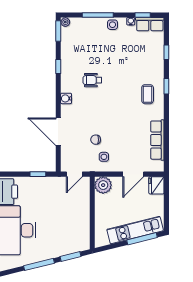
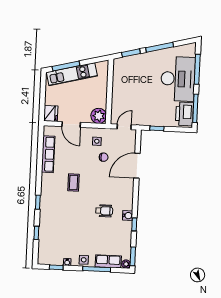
row of seats: (150, 24) -> (108, 261), moved
coffee table: (148, 94) -> (73, 182), moved
water cooler: (66, 98) -> (128, 216), moved
door: (58, 132) -> (137, 166), swing flipped
door: (133, 174) -> (71, 124), swing flipped

